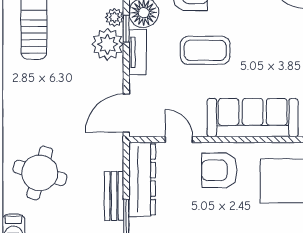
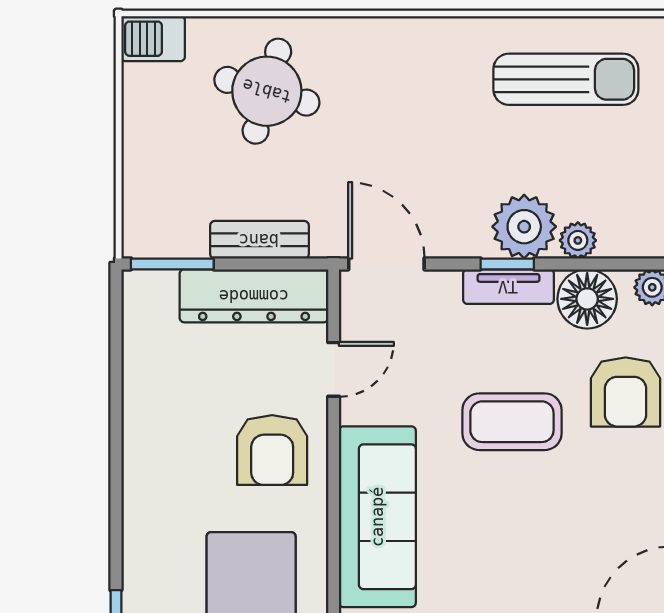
window: (126, 29) -> (507, 264), moved
coffee table: (205, 50) -> (512, 422), turned 90
armchair: (219, 170) -> (272, 450), turned 180
bench: (114, 196) -> (259, 240), moved

